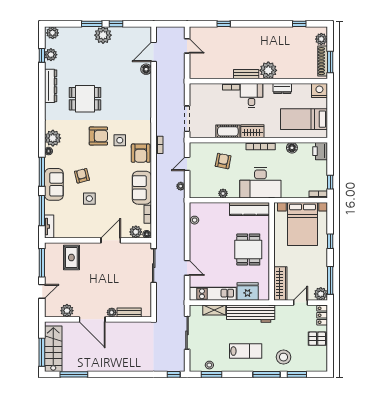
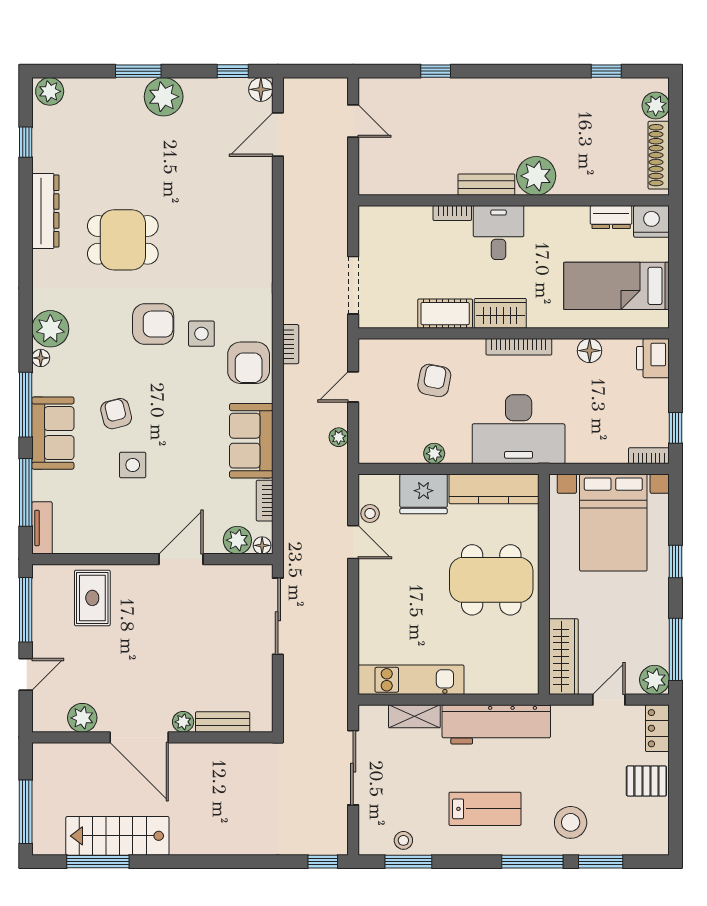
window: (116, 24) -> (233, 71), moved
plant: (51, 55) -> (46, 141), removed
window: (330, 62) -> (676, 157), removed
floor lamp: (146, 69) -> (261, 89), moved
dresser: (282, 89) -> (611, 217), moved
dining table: (248, 249) -> (491, 580), width x1.38
door: (187, 268) -> (353, 542), moved
fridge: (248, 292) -> (424, 494), moved, turned 180
stairs: (53, 349) -> (117, 836), moved, turned -90

